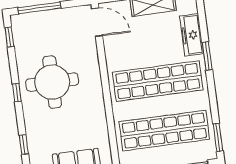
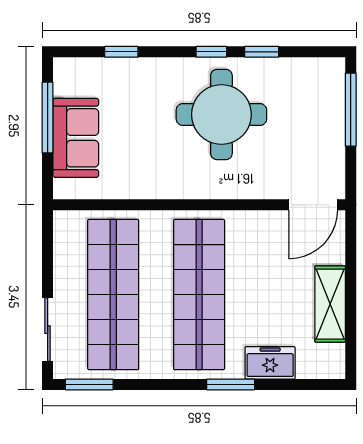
freezer: (192, 35) -> (270, 363), width x0.71
window: (9, 37) -> (262, 52), moved

